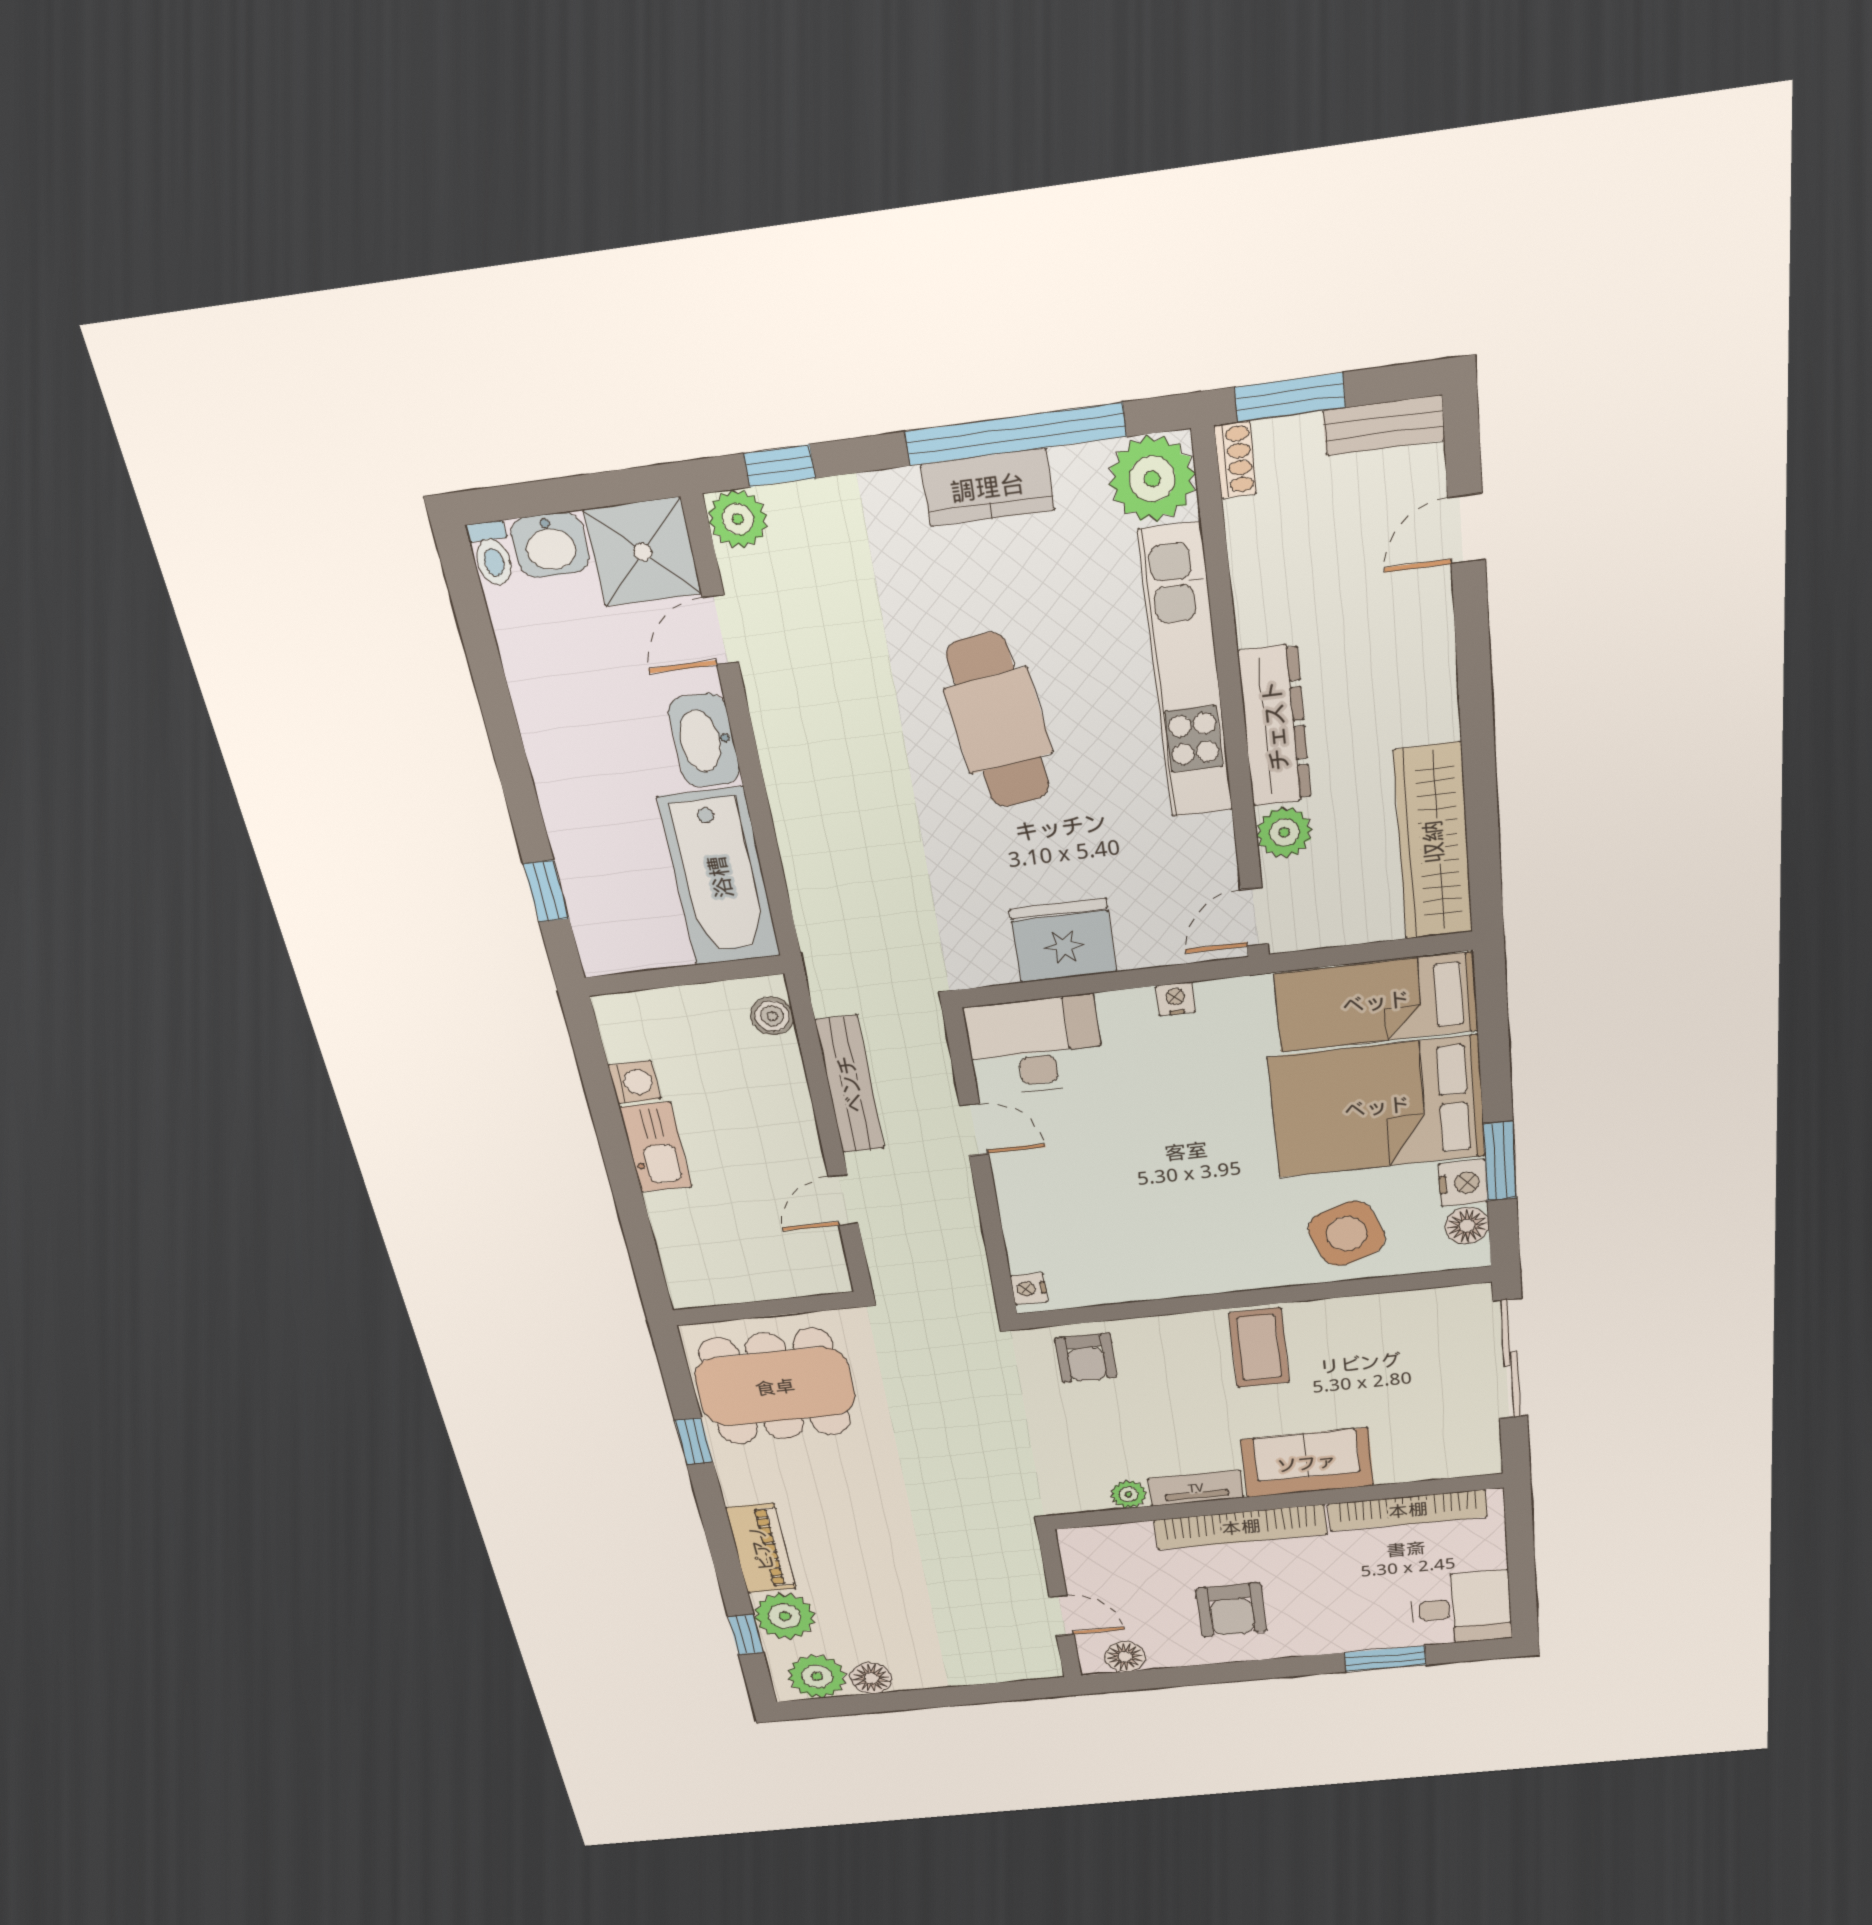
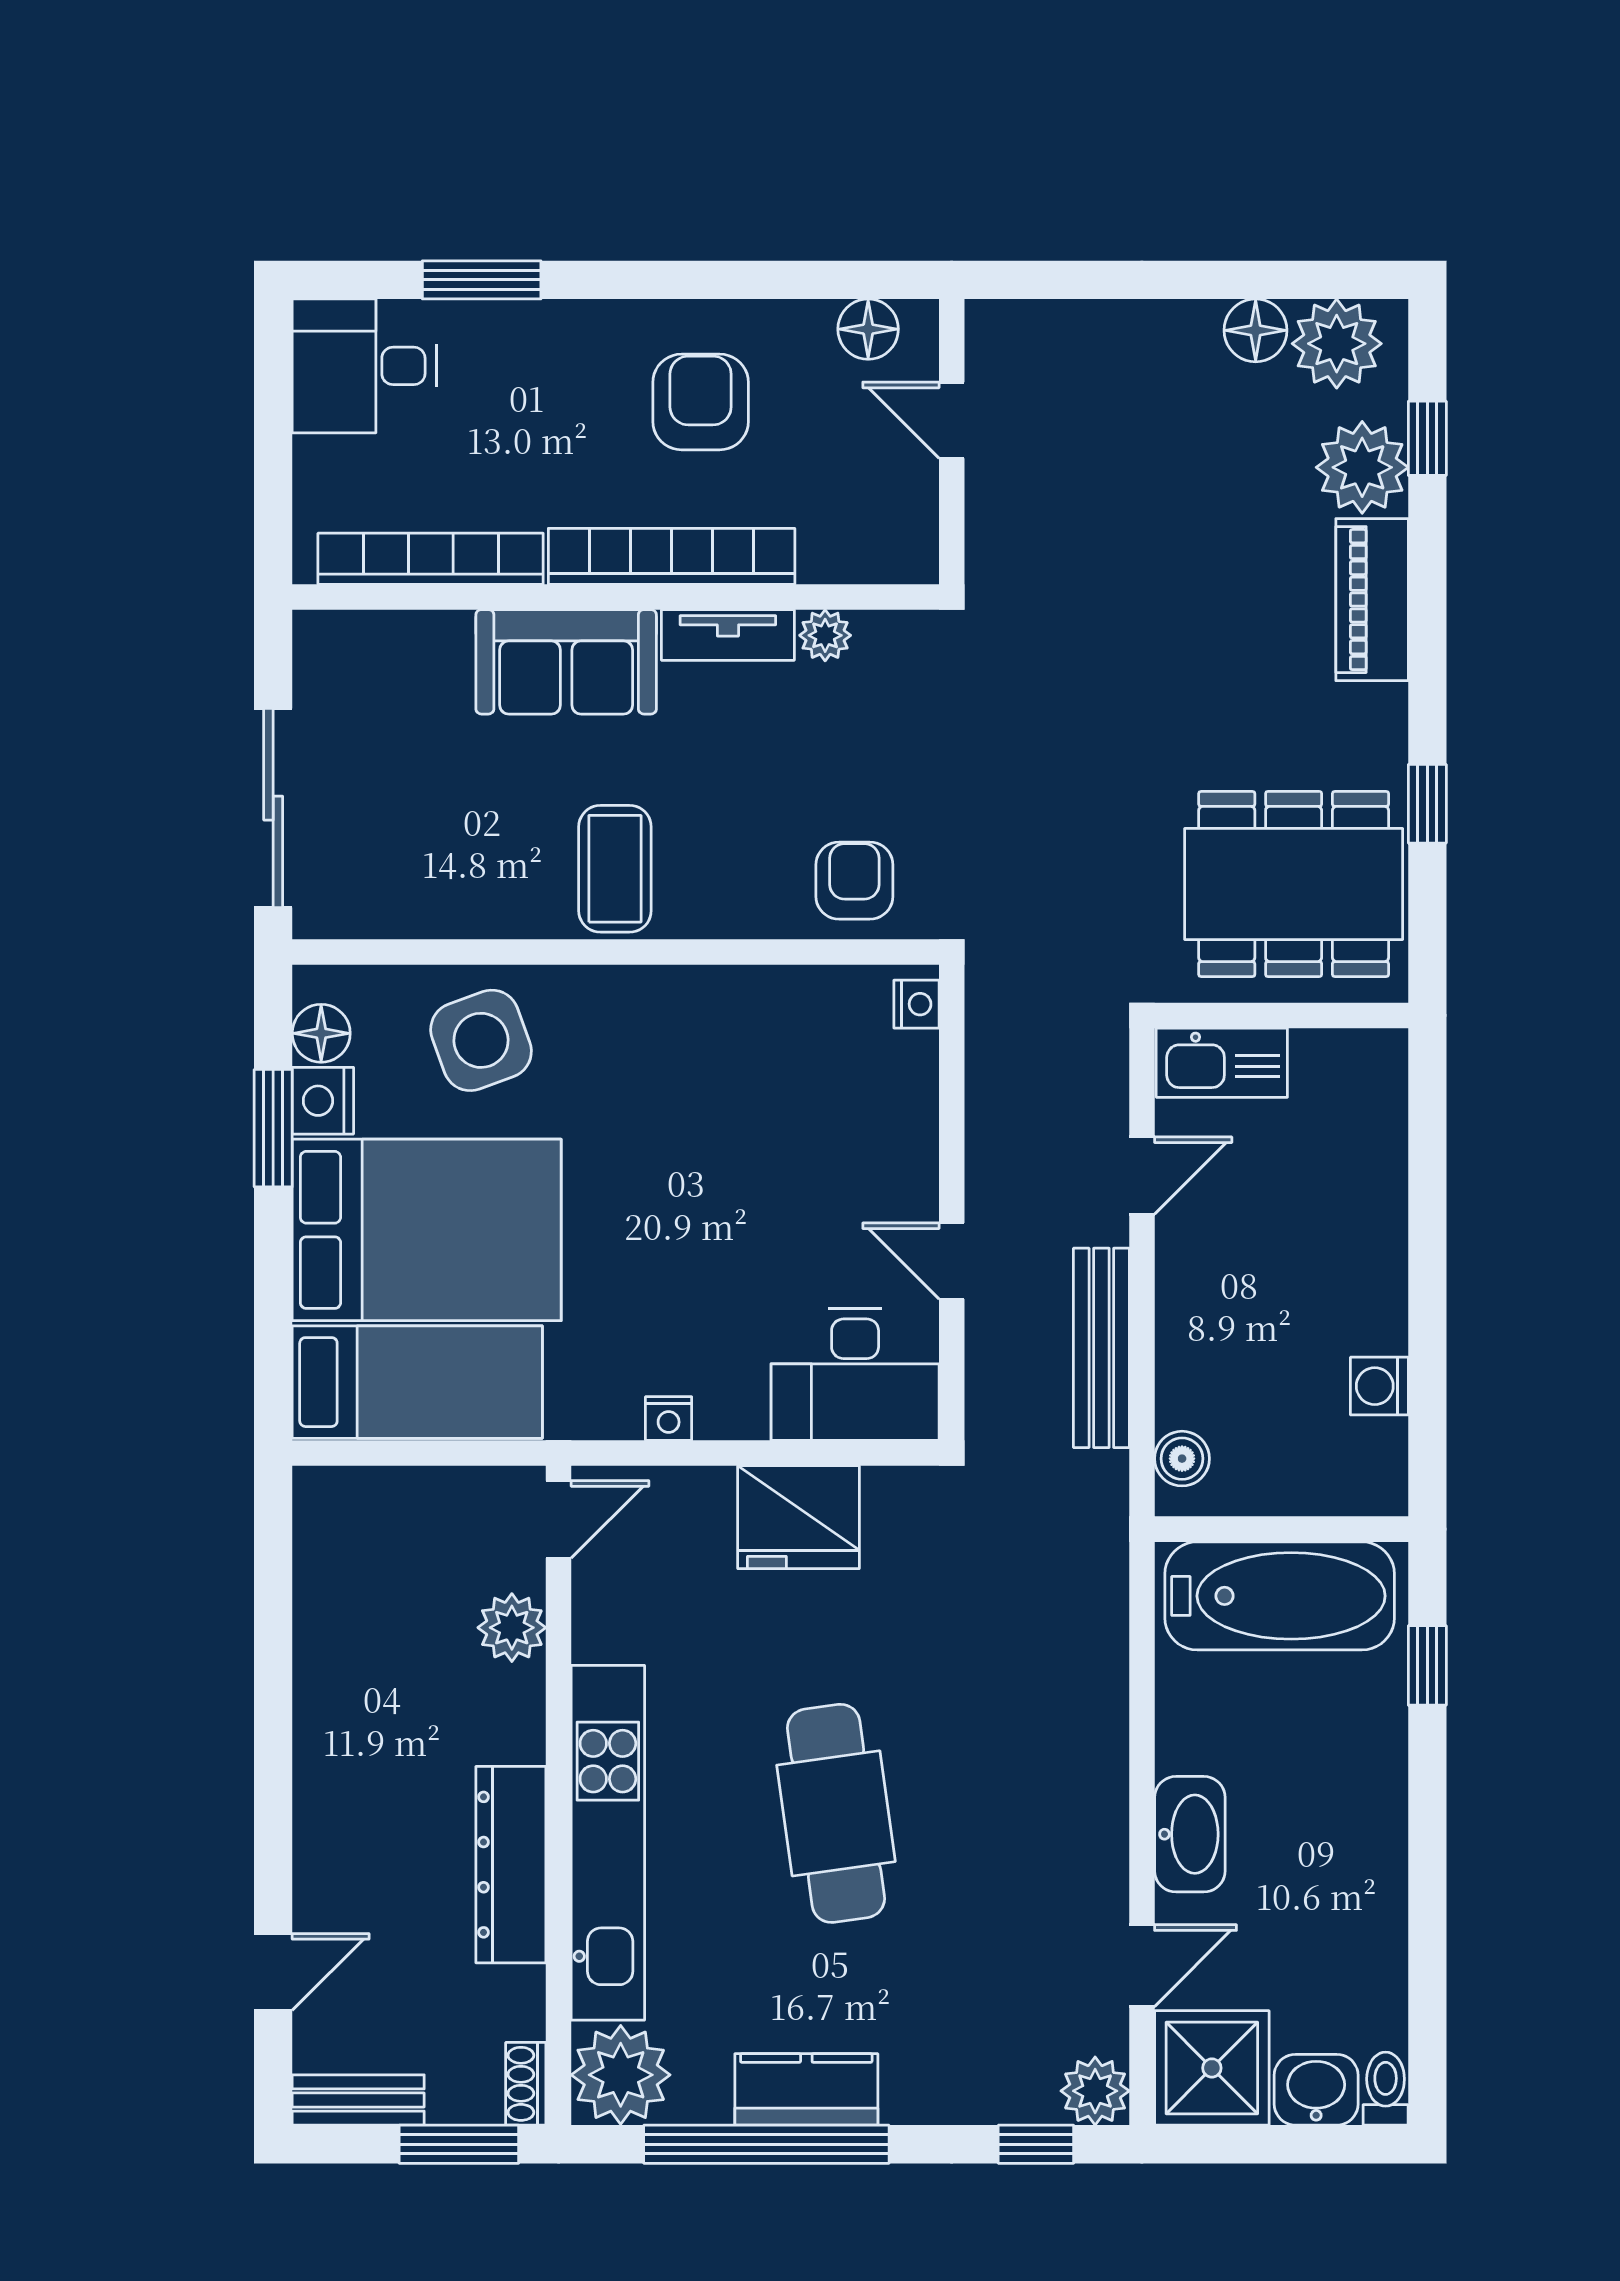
dresser: (1275, 726) -> (511, 1865), moved
wardrobe: (1433, 842) -> (333, 1592), removed
bathtub: (720, 877) -> (1280, 1596), moved, turned 90
kitchen sink: (656, 1147) -> (1222, 1063), moved, turned -90

